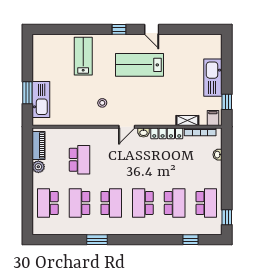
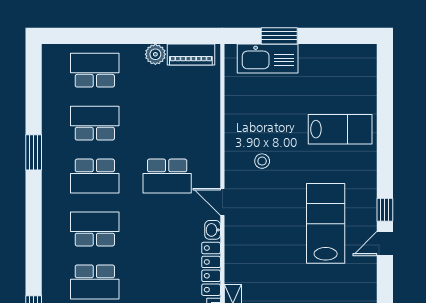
window: (119, 29) -> (385, 210), moved
school desk: (80, 160) -> (167, 176), moved

